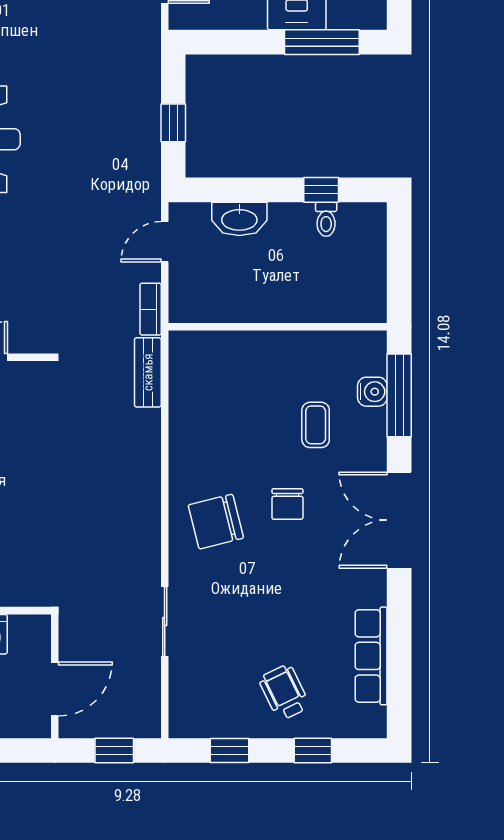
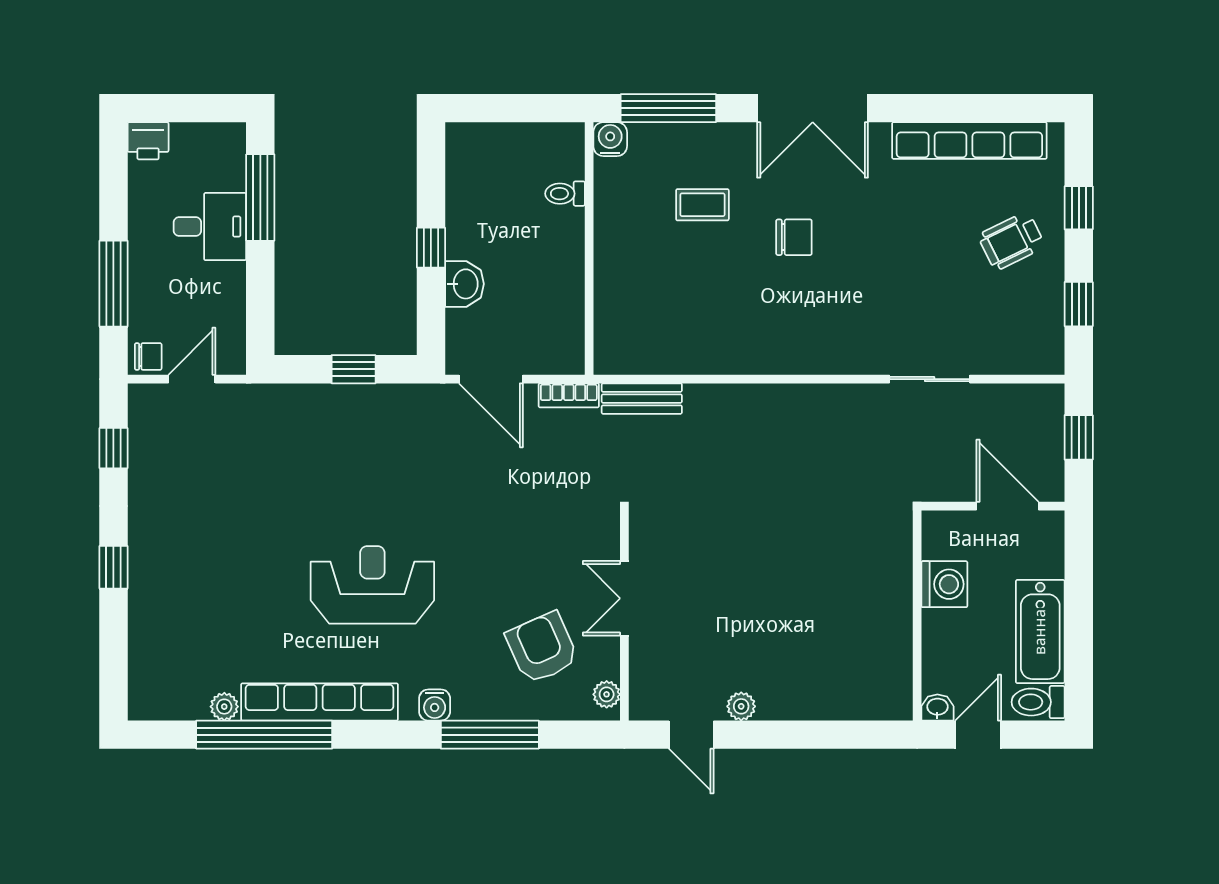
window: (321, 190) -> (431, 248), moved
washbasin: (239, 219) -> (464, 284), width x0.72
toilet: (326, 219) -> (565, 194), moved, turned 180
door: (165, 242) -> (491, 379), width x1.38
water cooler: (372, 392) -> (610, 139), moved
chair: (216, 522) -> (814, 320), removed
row of seats: (371, 656) -> (969, 141), width x1.36

